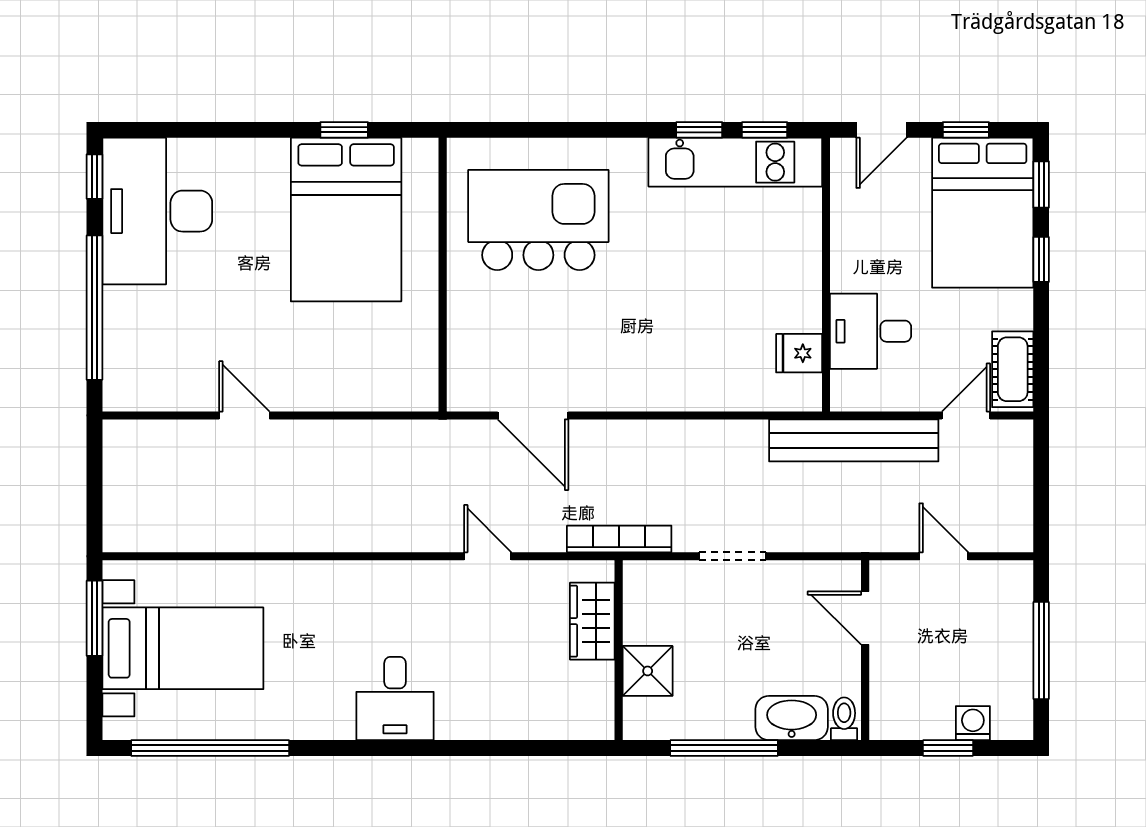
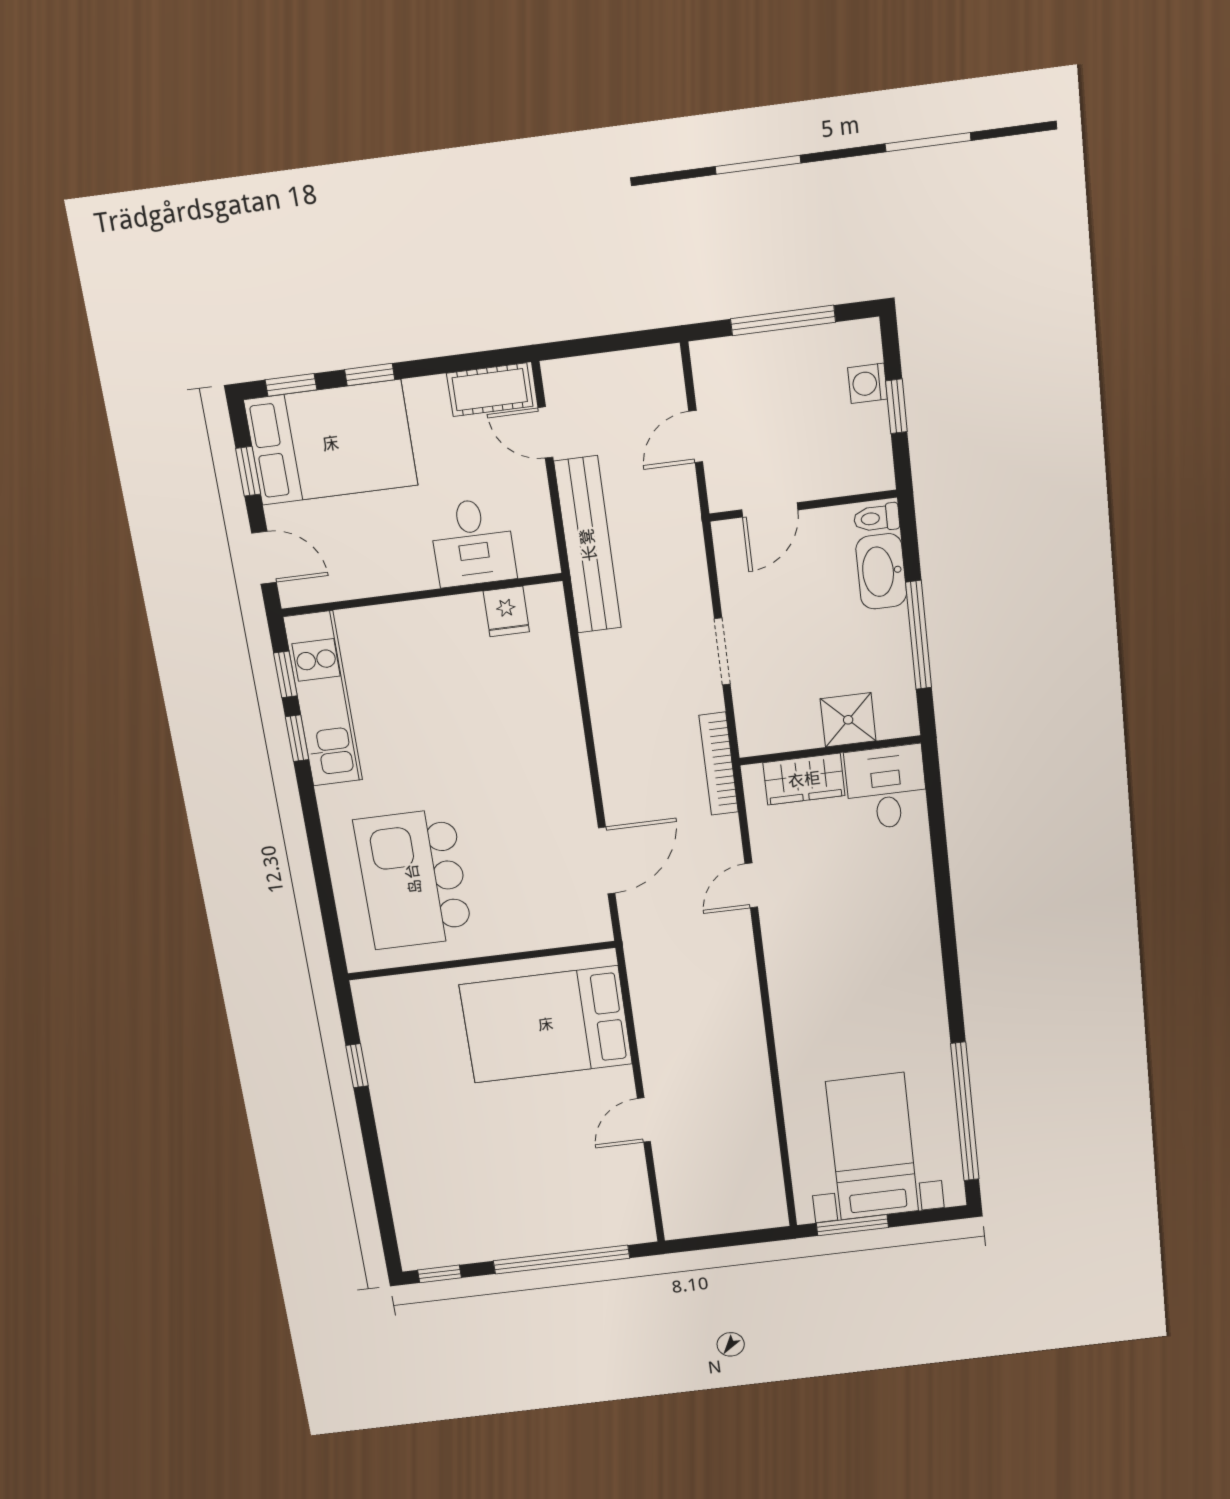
desk: (157, 211) -> (463, 1218), removed
bed: (346, 220) -> (546, 1024), moved, turned 180
desk: (395, 698) -> (886, 788), moved, turned -90

